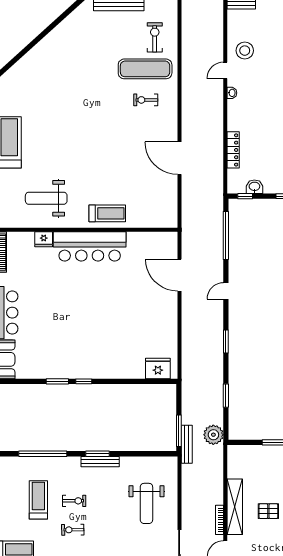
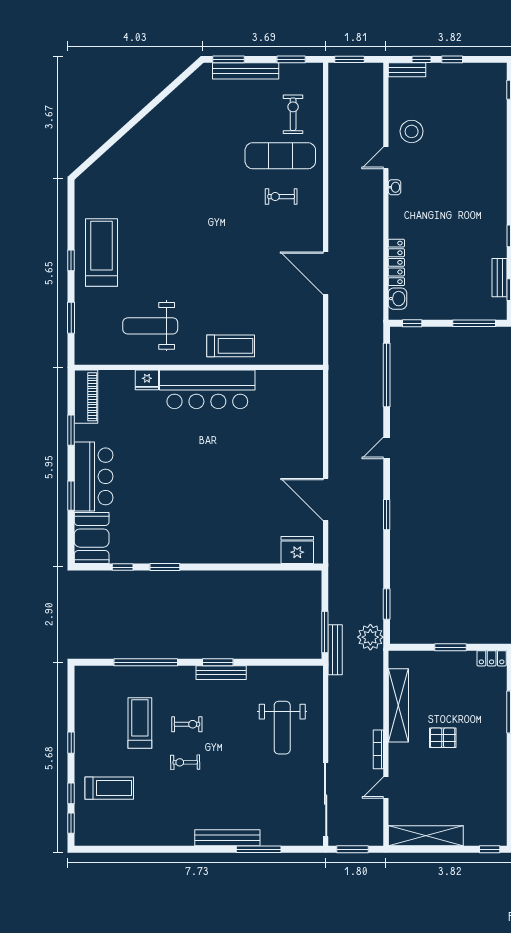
washbasin: (254, 187) -> (397, 299), moved, turned 90
door: (180, 275) -> (326, 500), moved
window: (84, 381) -> (123, 567), moved
window: (226, 396) -> (387, 604), moved
shelving: (235, 507) -> (398, 705), moved

